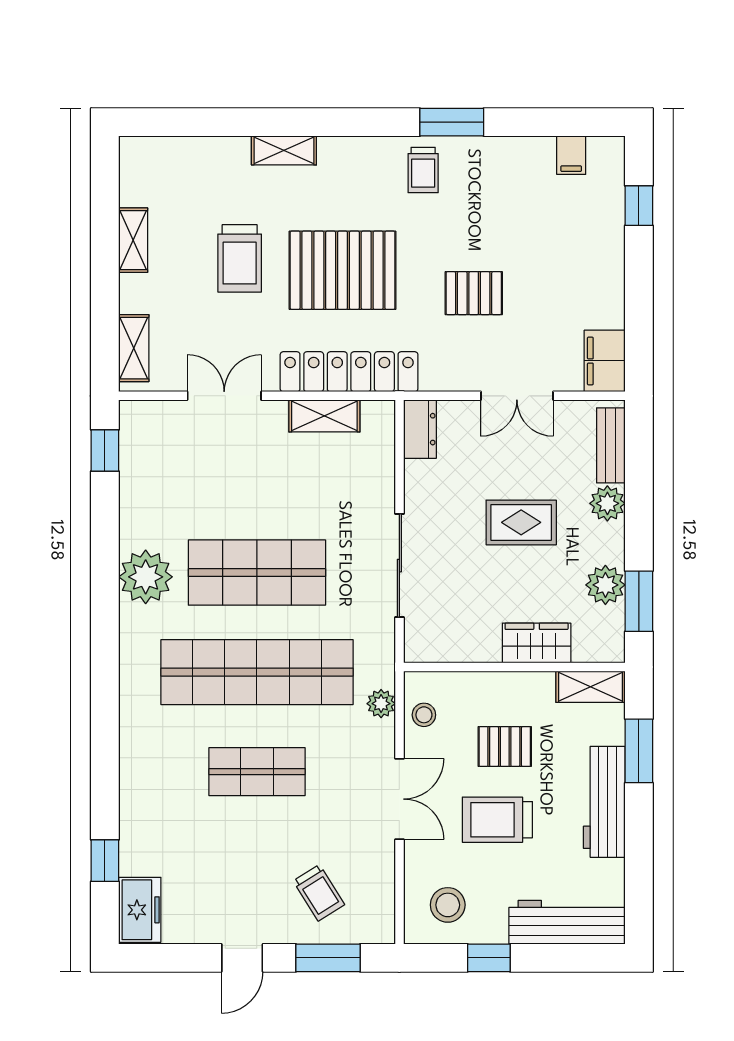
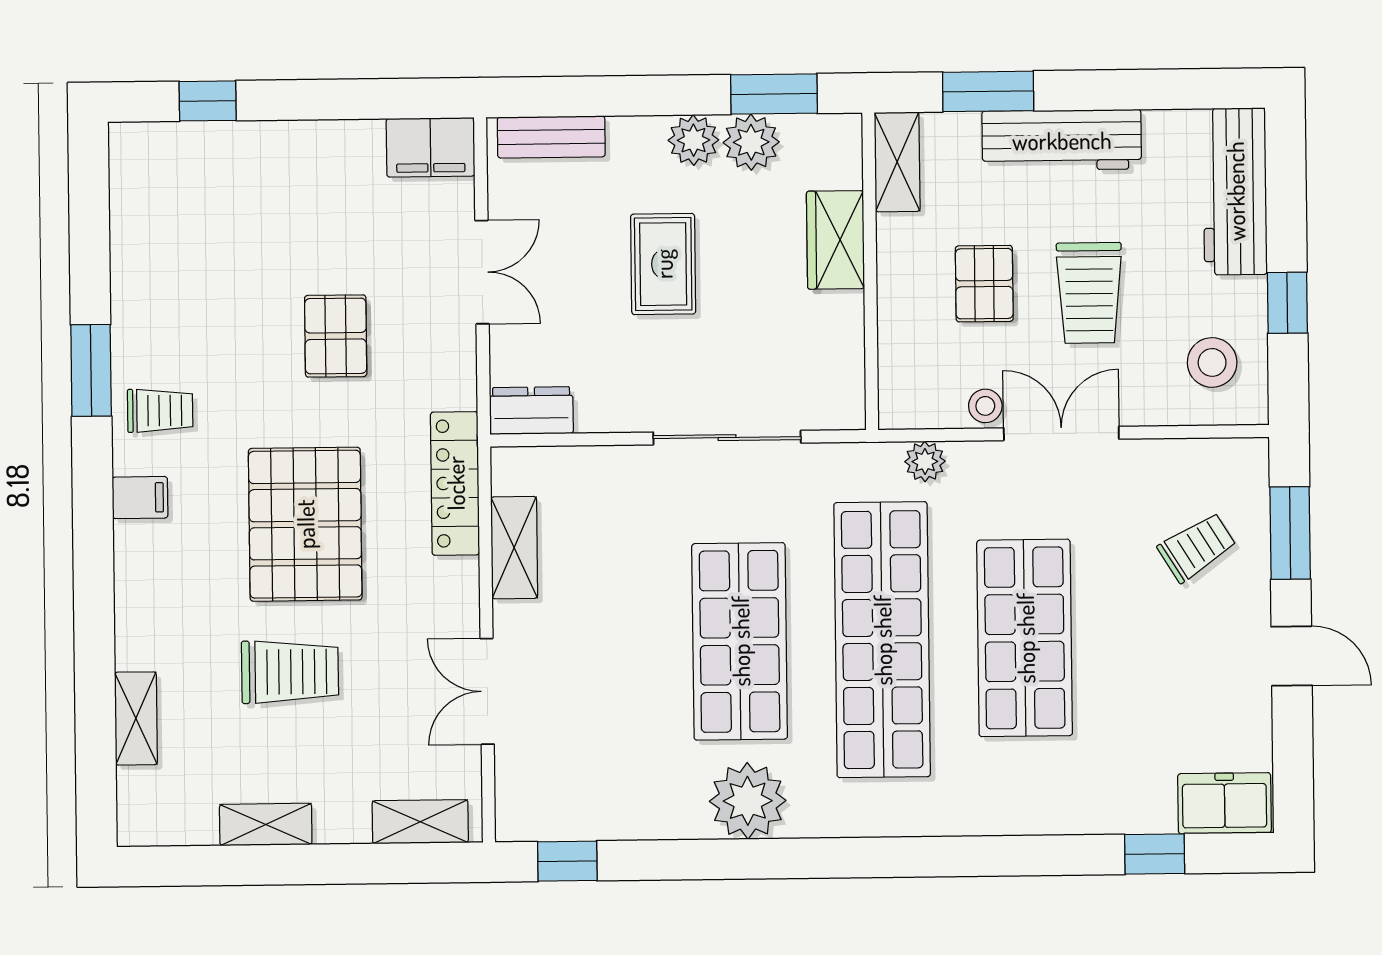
shelving: (284, 150) -> (136, 718), moved
filing cabinet: (571, 155) -> (140, 498), moved
locker: (349, 372) -> (455, 483), width x0.71, depth x0.83
plant: (607, 503) -> (693, 140), moved
stool: (424, 715) -> (985, 406), moved
shop shelf: (257, 772) -> (1025, 638), width x1.43, depth x1.36

